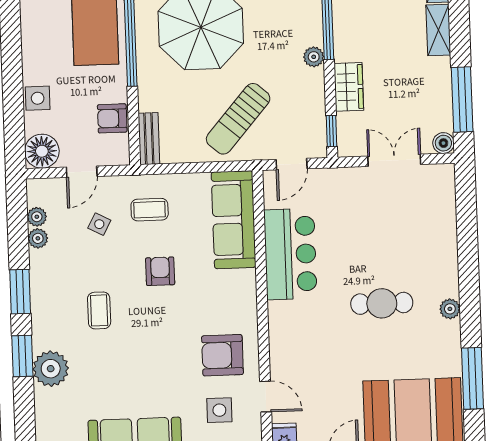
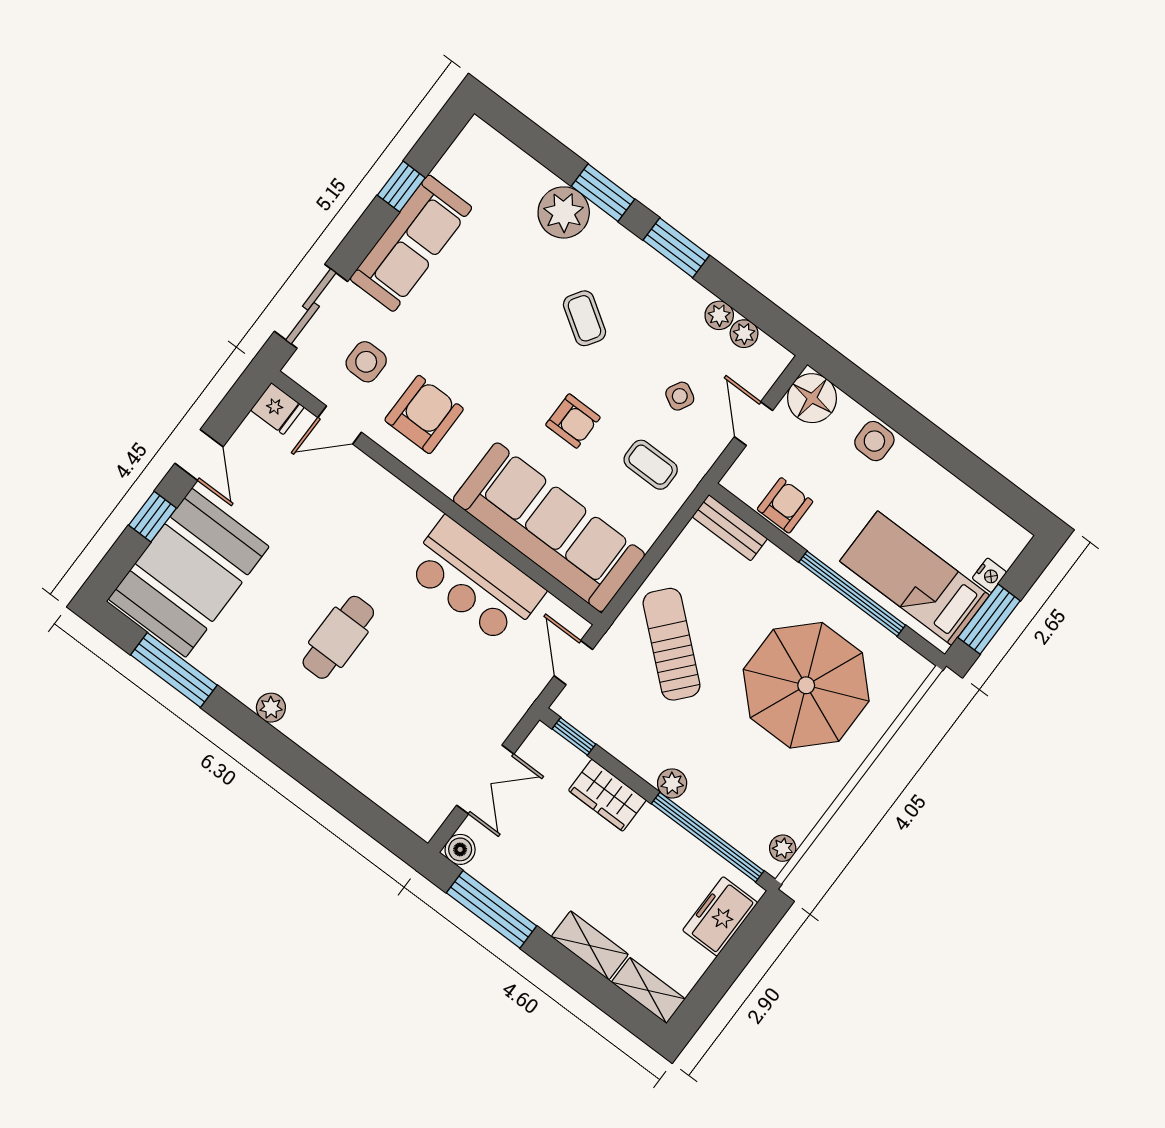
coffee table: (150, 210) -> (651, 465), turned 90
sofa: (234, 220) -> (549, 527), width x1.36, depth x1.27
coffee table: (99, 310) -> (585, 318), turned 33

